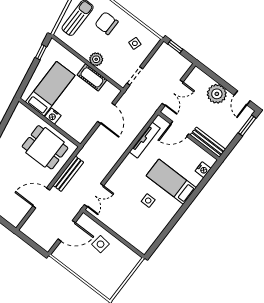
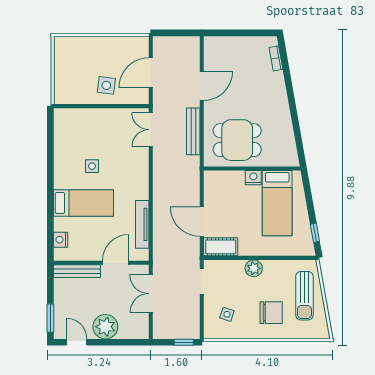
cot: (92, 77) -> (221, 247), moved

